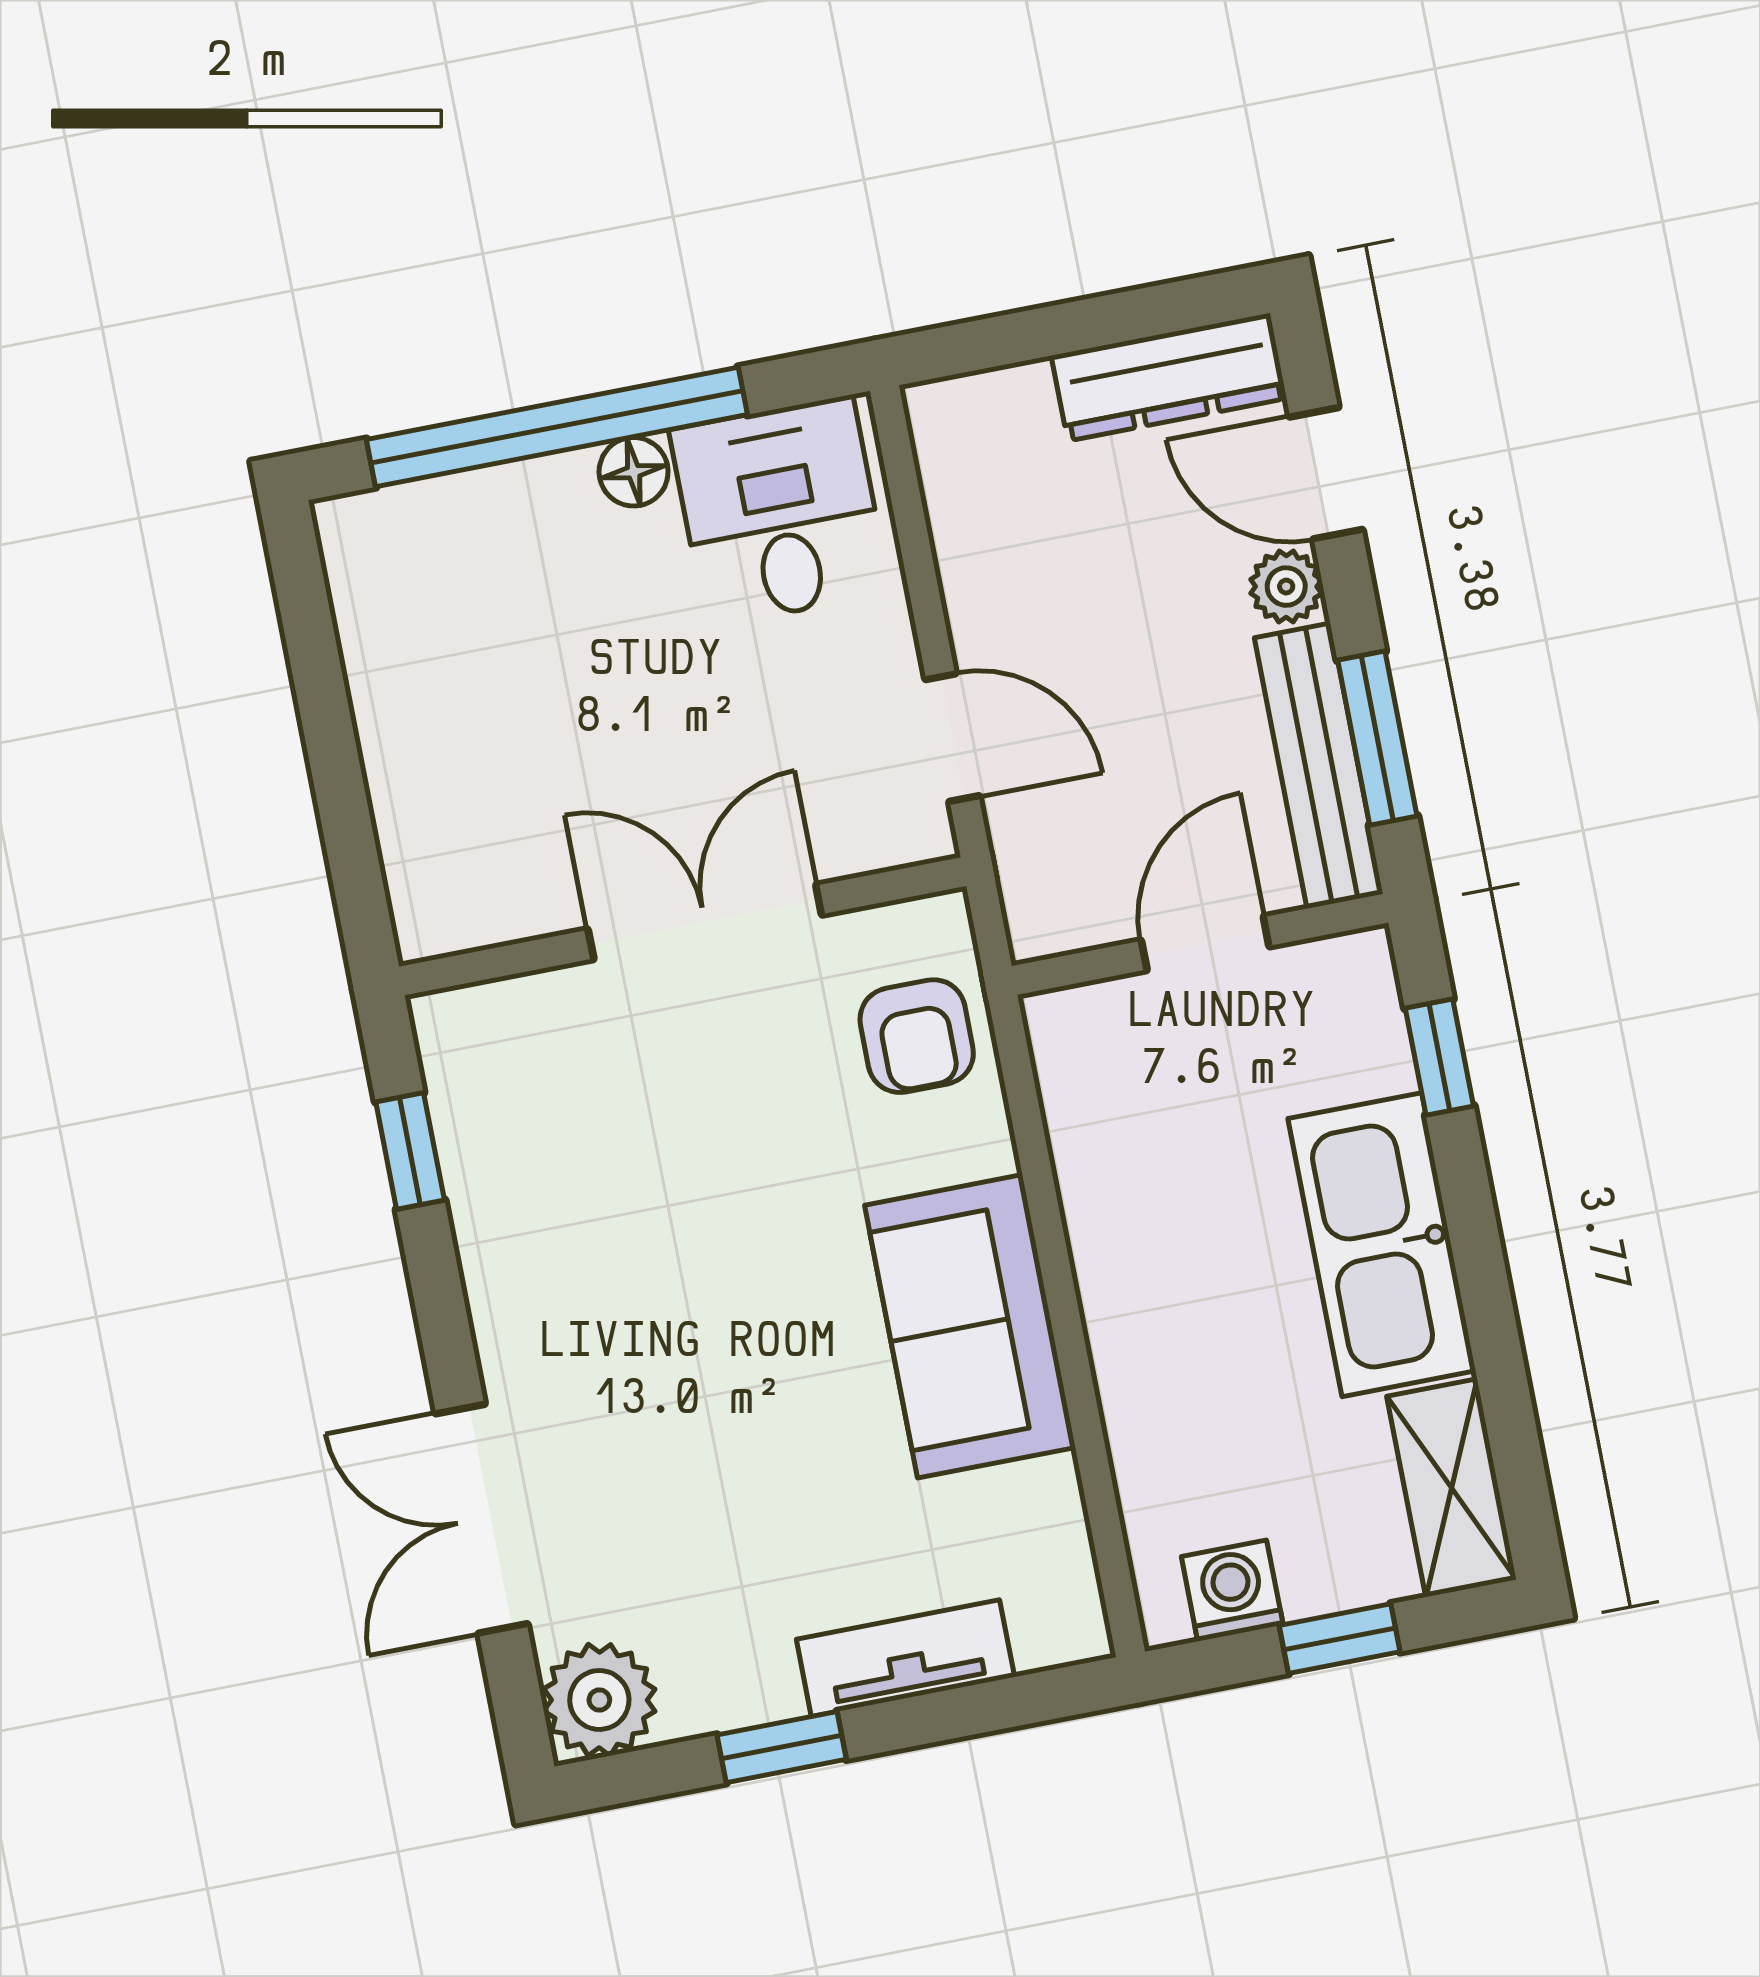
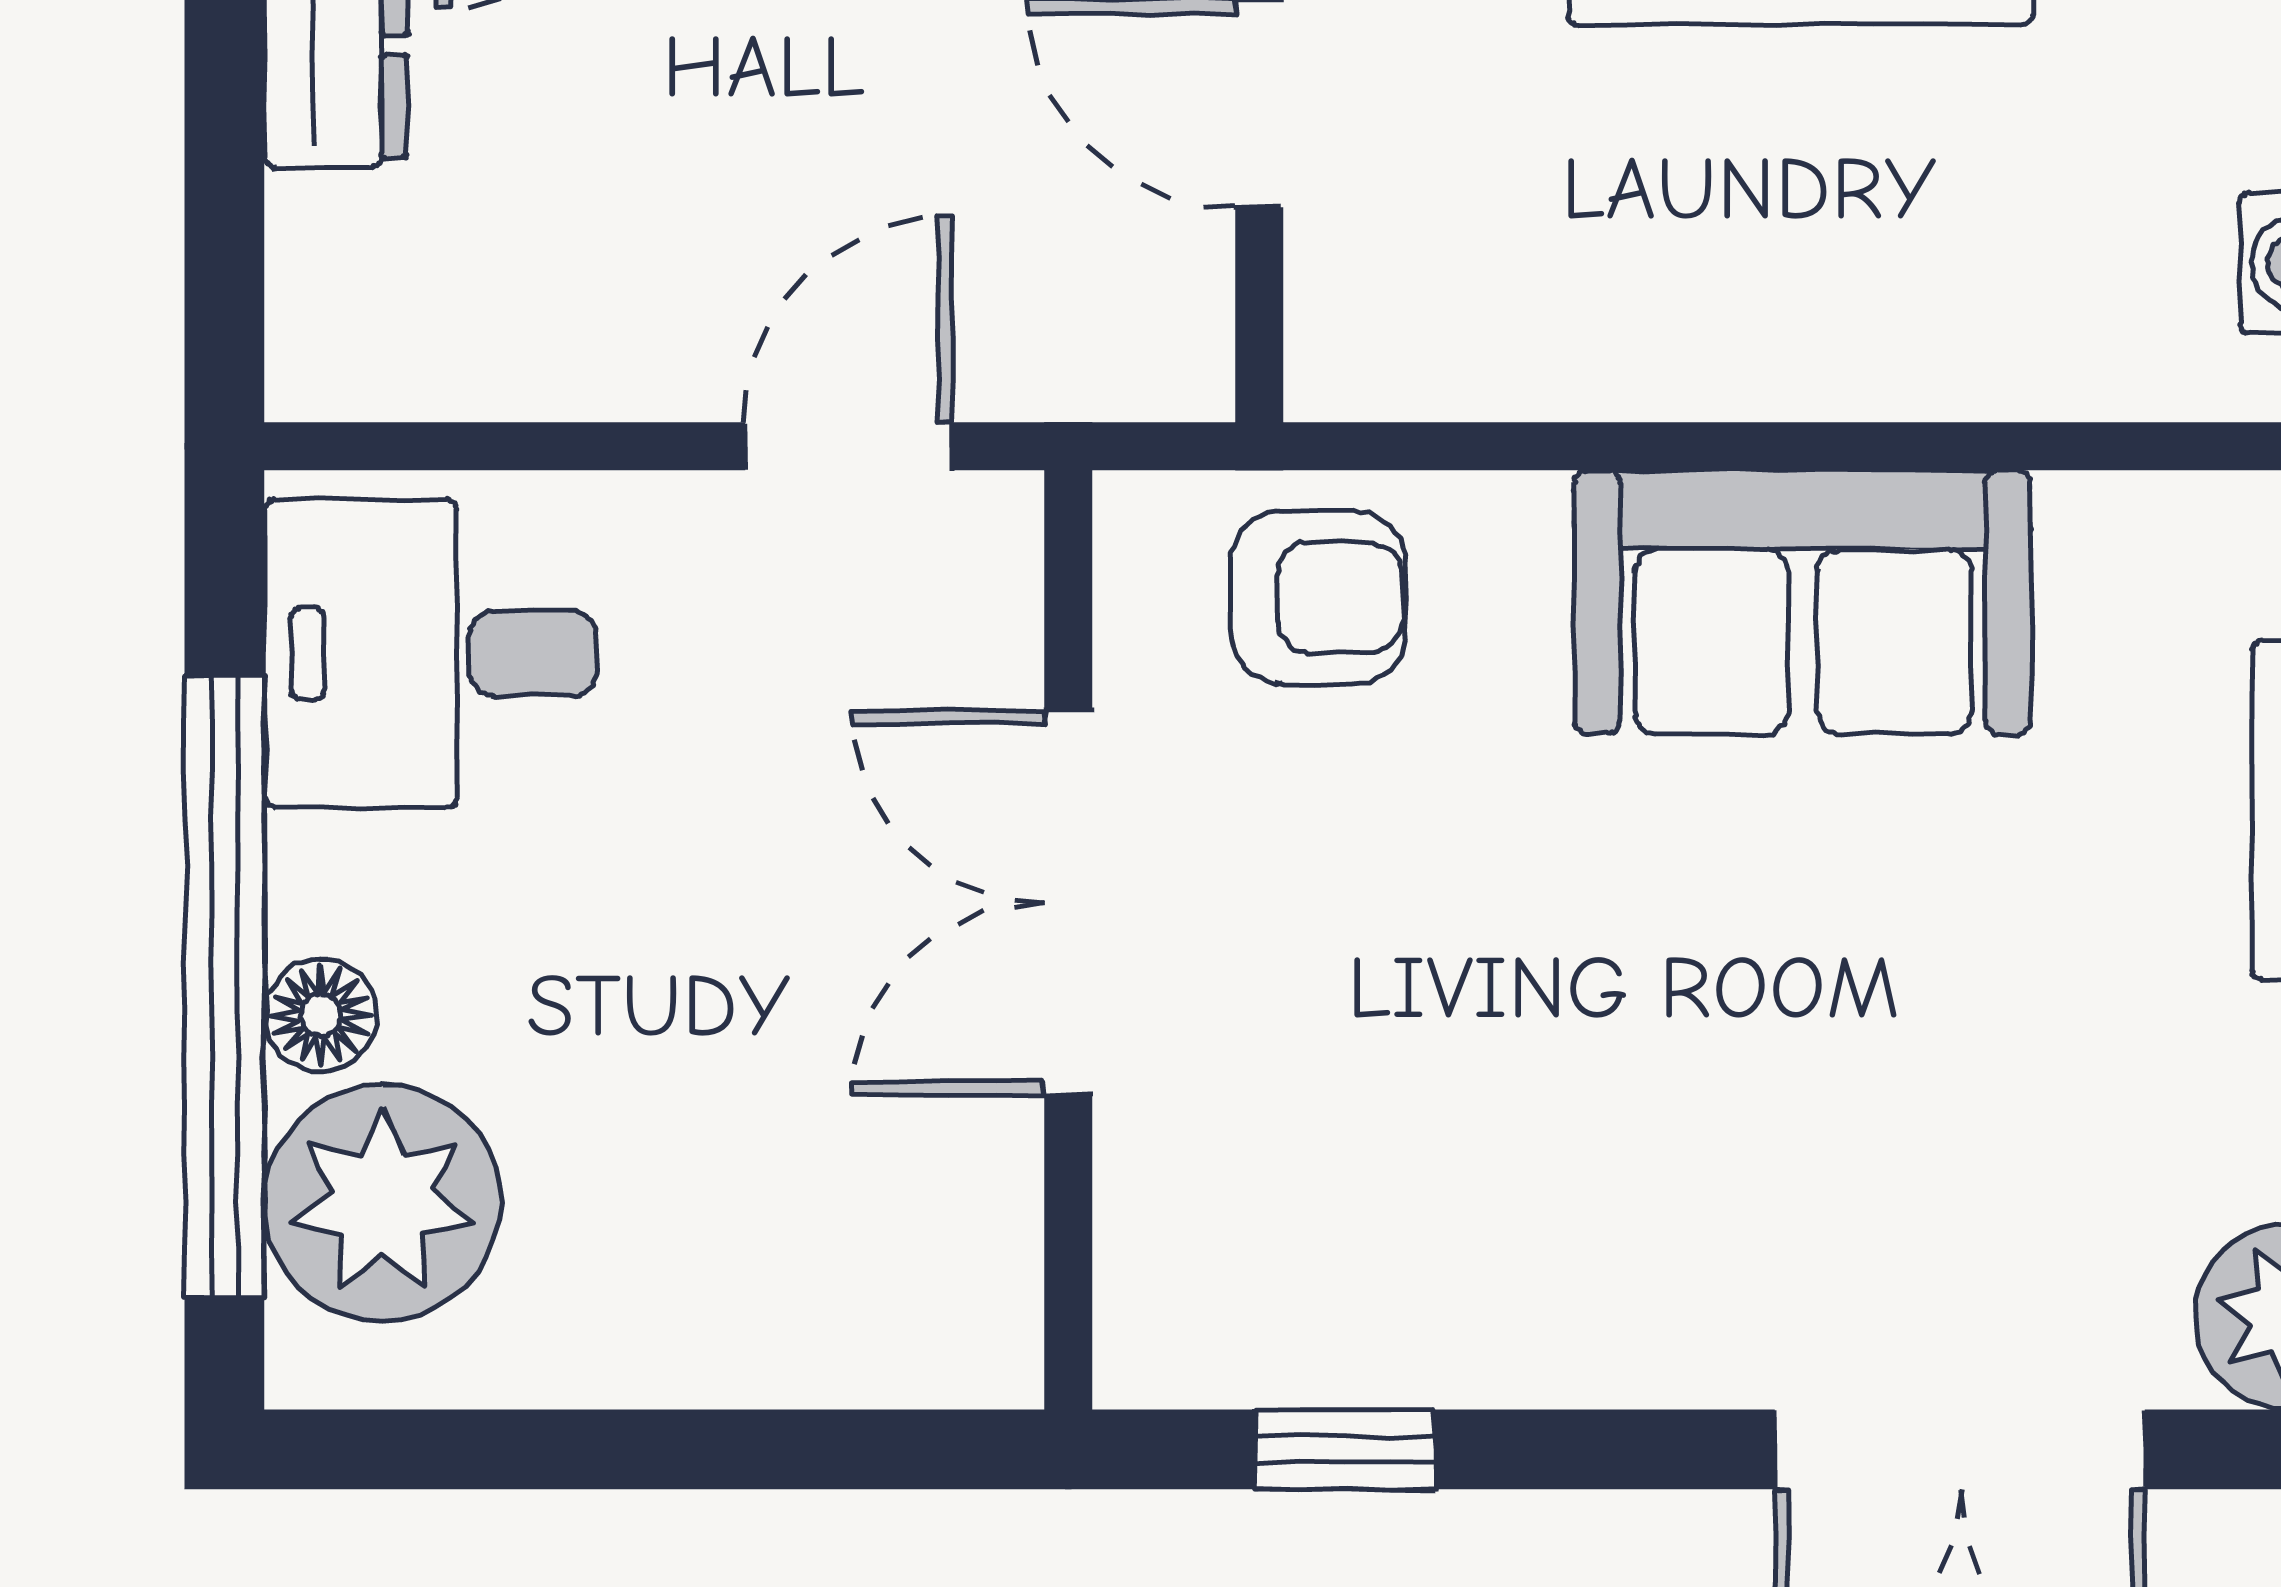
floor lamp: (634, 472) -> (321, 1015), moved
plant: (446, 547) -> (382, 1203), added

